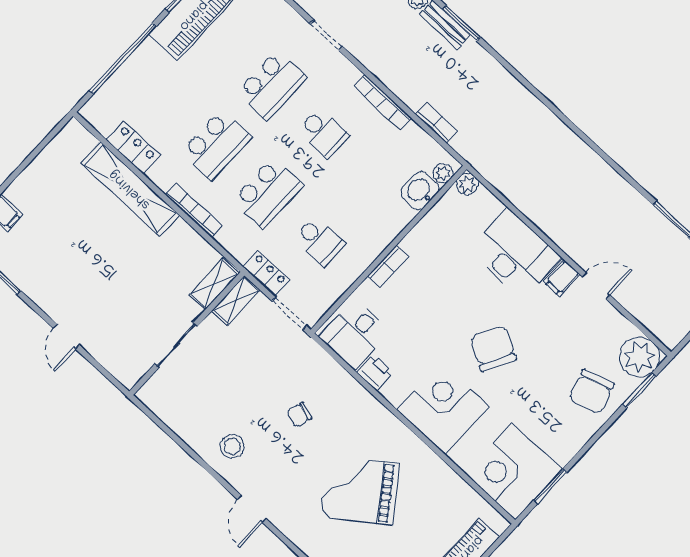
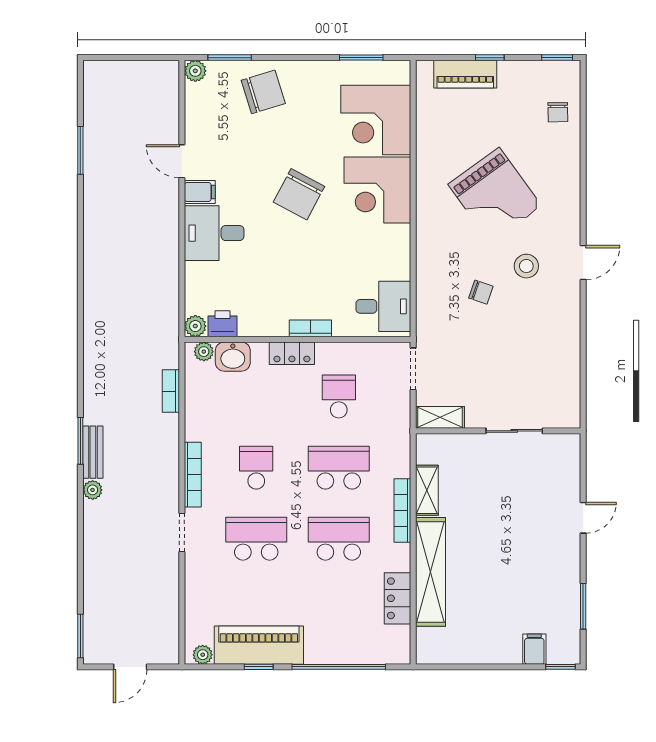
bookcase: (383, 102) -> (193, 475), moved
desk: (515, 254) -> (214, 233), width x0.73
locker: (266, 273) -> (292, 353), moved, turned -90
shelving: (214, 284) -> (427, 490), moved, turned 90
plant: (639, 357) -> (195, 71), width x0.53, depth x0.53
printer: (375, 372) -> (223, 324), moved, turned 90
stool: (232, 446) -> (526, 266), moved
corner desk: (513, 471) -> (376, 120), moved, turned 90

